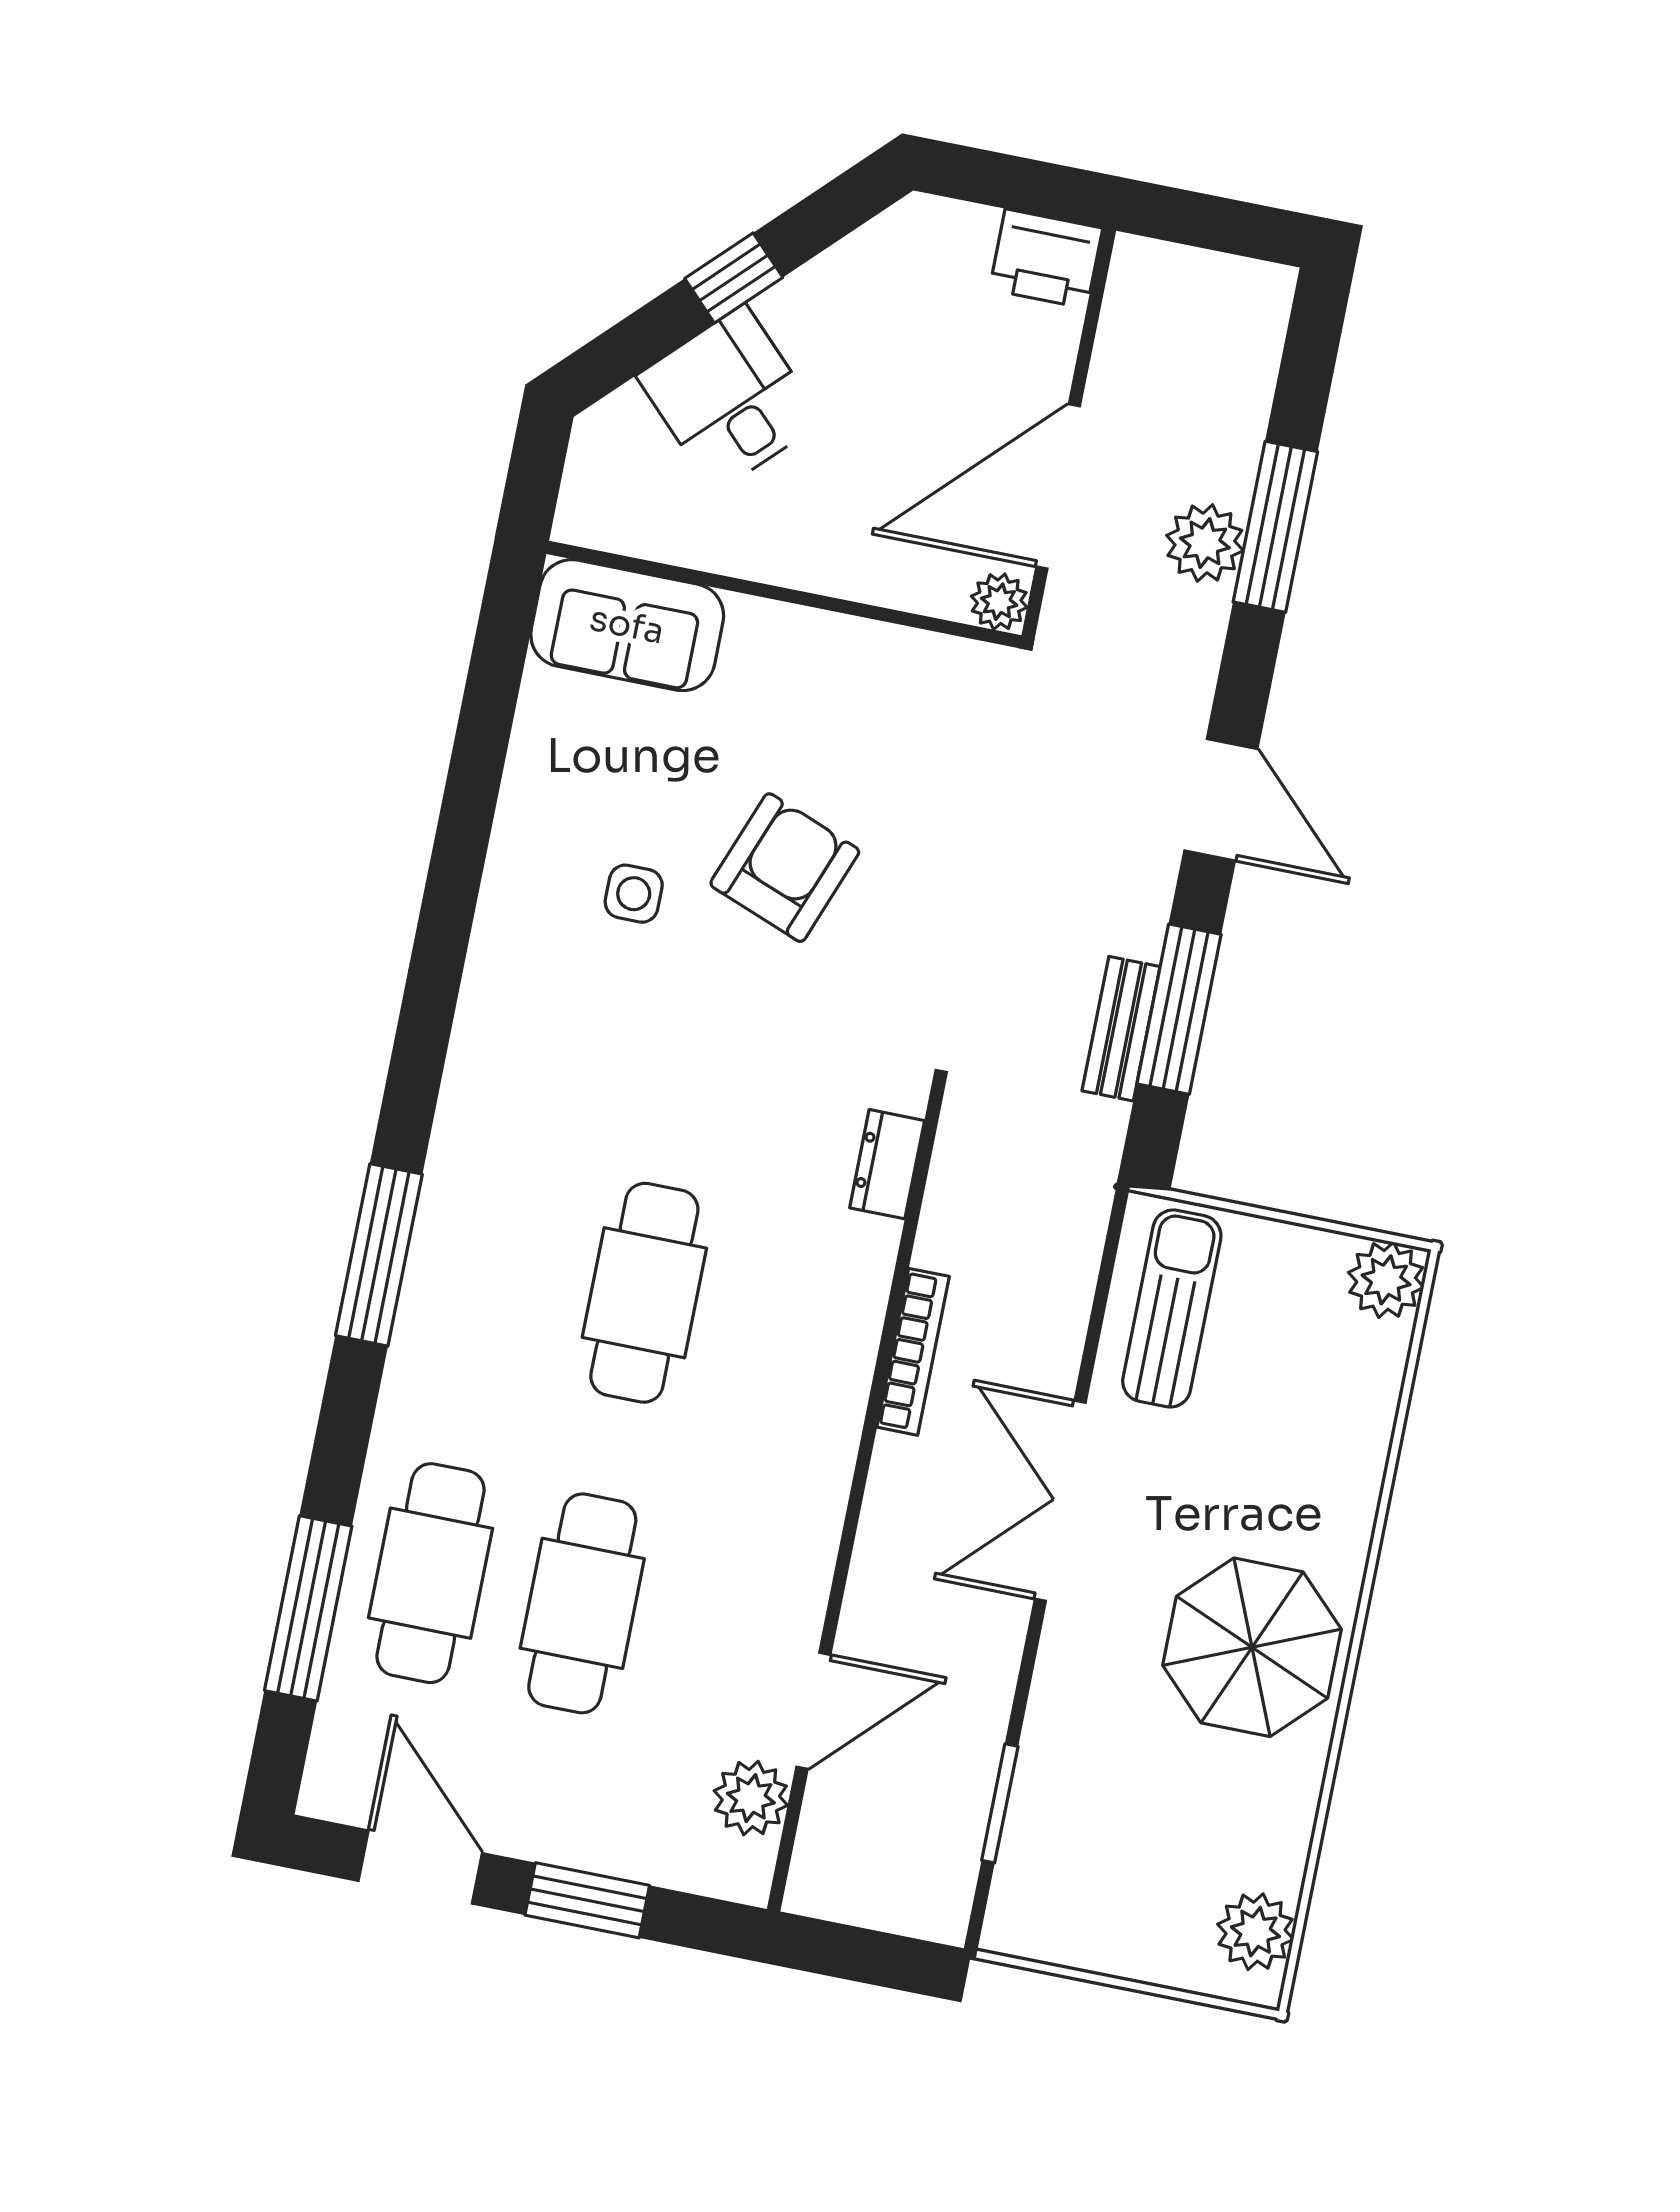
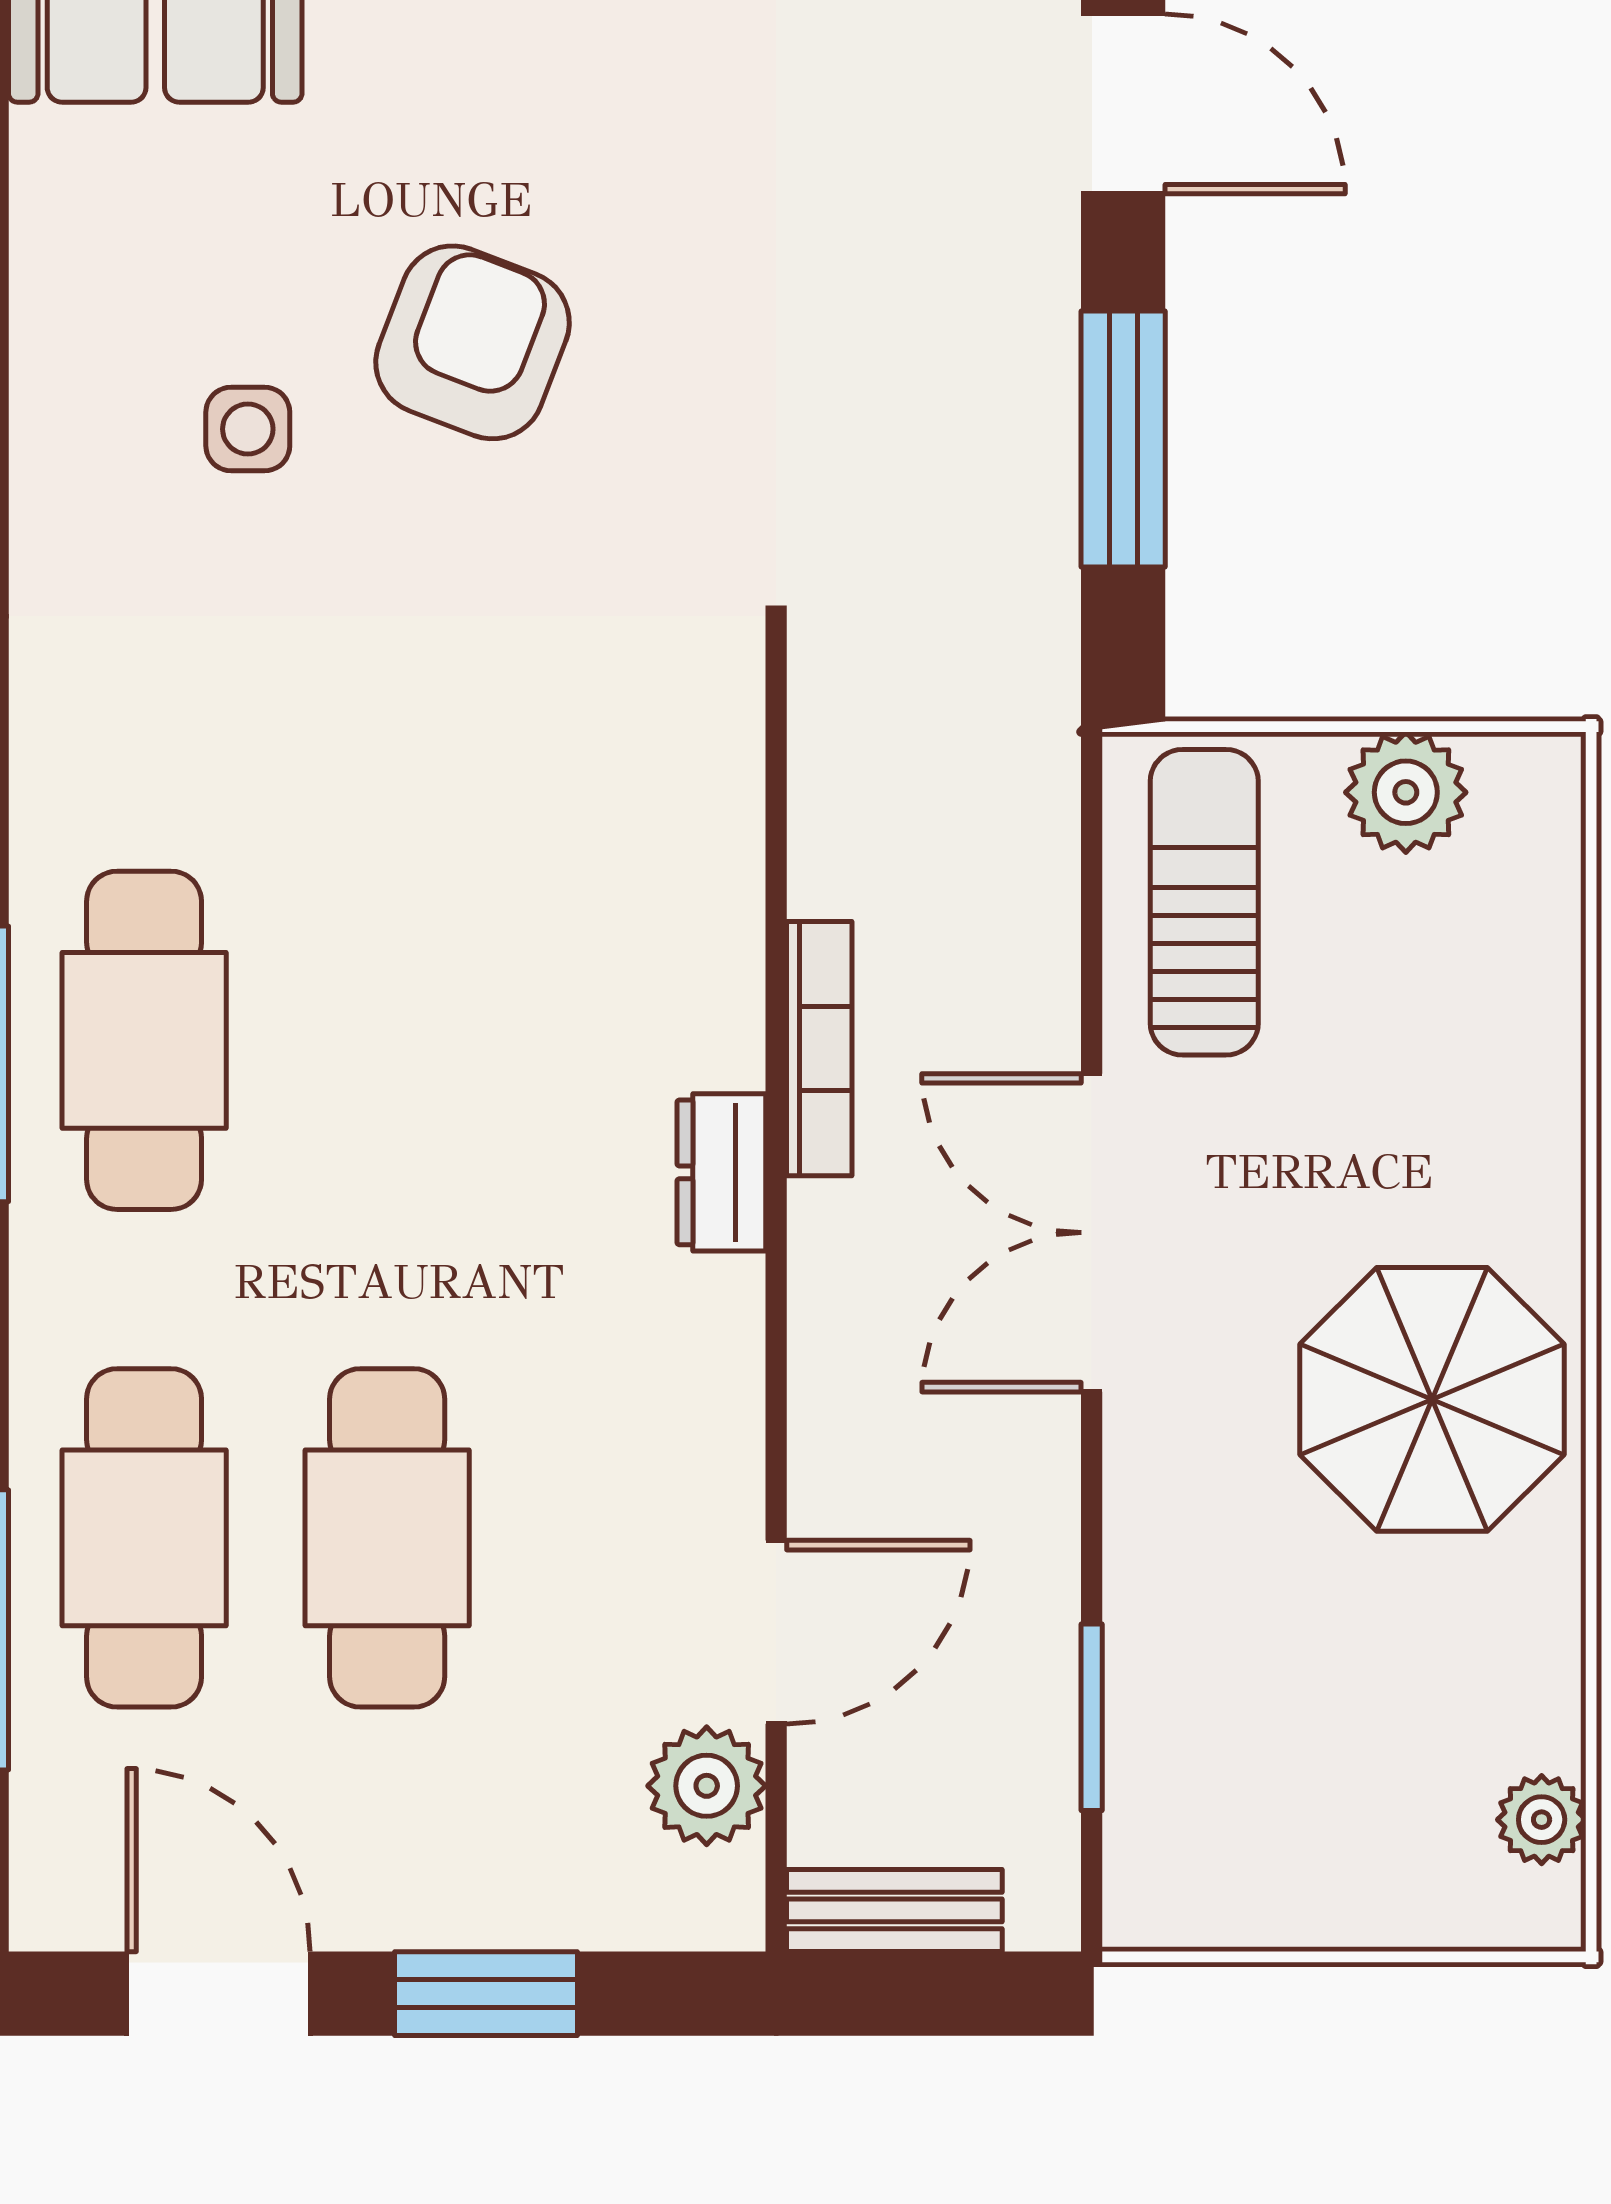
bench: (1121, 1029) -> (894, 1910), moved, turned 90
dresser: (887, 1164) -> (721, 1172), moved
plant: (1386, 1280) -> (1406, 792), moved
cafe table: (644, 1293) -> (144, 1040), moved
plant: (1256, 1932) -> (1542, 1820), width x0.73, depth x0.73

